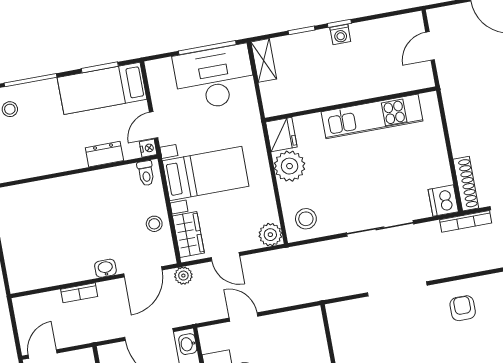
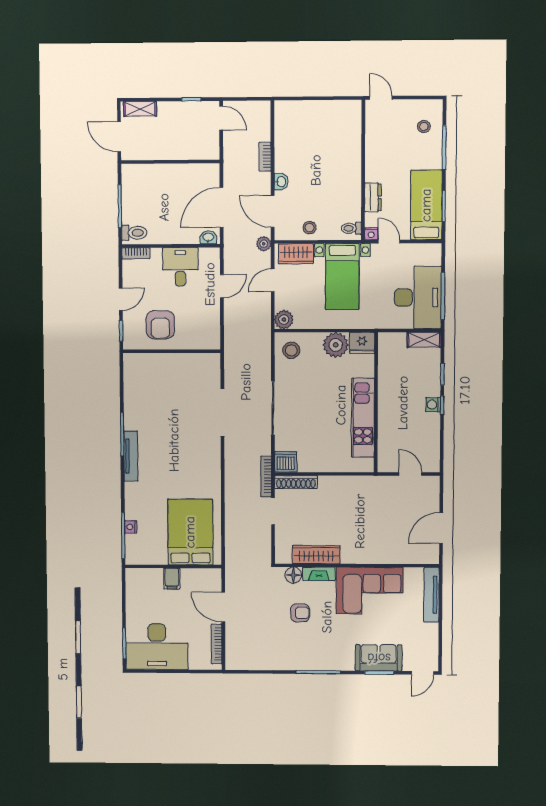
armchair: (463, 308) -> (198, 461), removed

